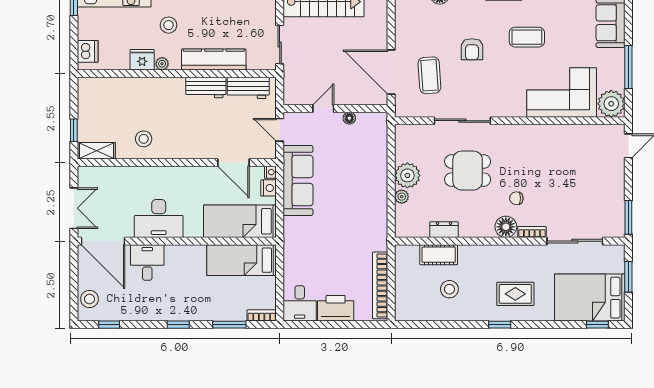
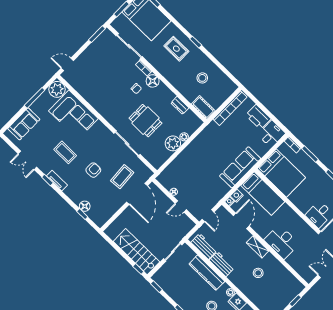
stool: (144, 139) -> (258, 273), moved
shelving: (96, 151) -> (258, 247), moved
sofa: (298, 181) -> (240, 167), moved
desk: (159, 219) -> (282, 242), moved, turned 180
cot: (439, 255) -> (203, 107), moved
bed: (241, 260) -> (281, 173), width x1.50

